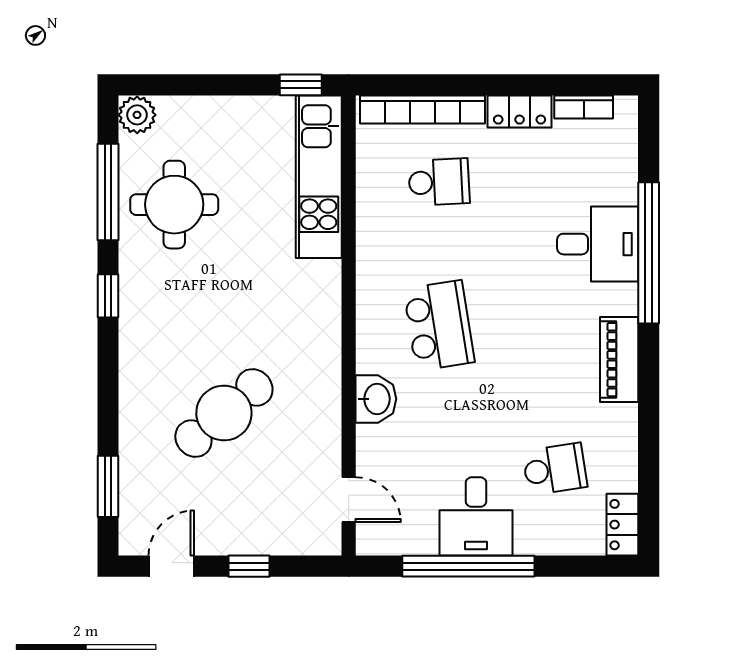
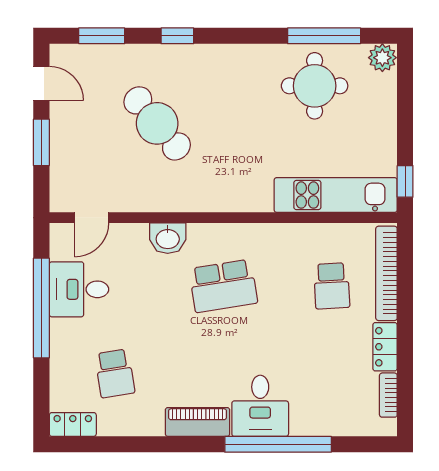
desk: (598, 244) -> (260, 406), moved
window: (108, 296) -> (177, 36), moved
desk: (476, 516) -> (79, 289), moved
window: (249, 566) -> (41, 142), width x1.50

